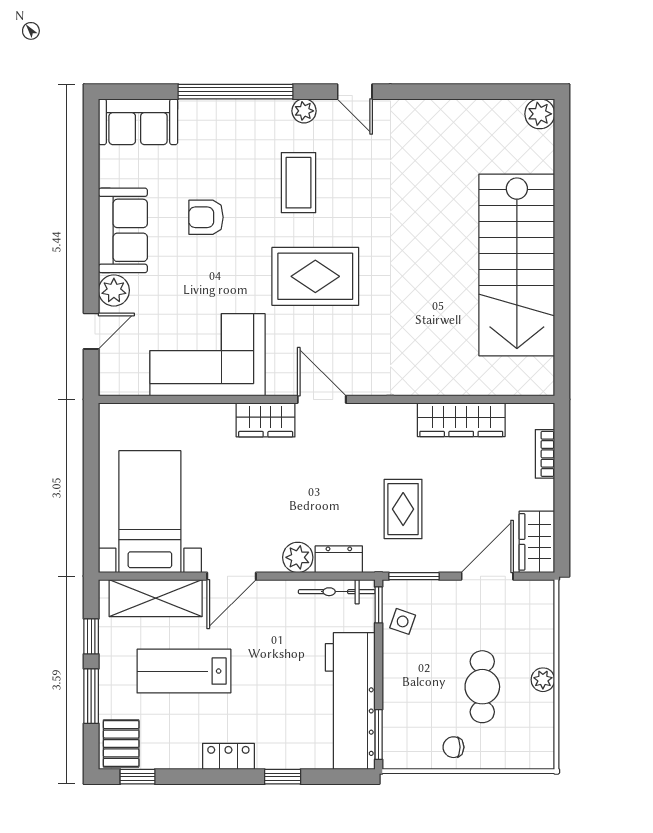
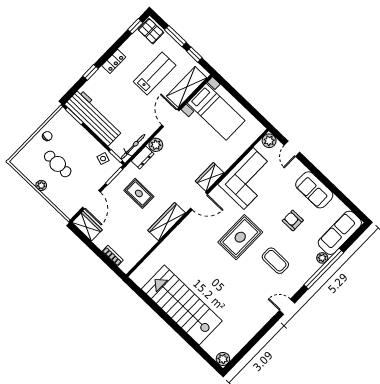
plant: (304, 111) -> (322, 258), moved
sofa: (138, 122) -> (340, 233), width x1.36
armchair: (206, 217) -> (293, 220), turned -90
plant: (114, 290) -> (269, 141), moved
wardrobe: (461, 420) -> (167, 222), moved

